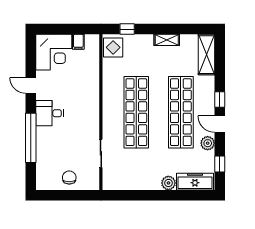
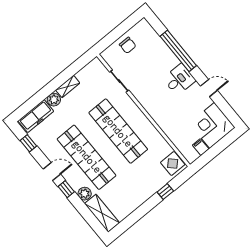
window: (127, 29) -> (165, 191), moved
shelving: (167, 40) -> (68, 86), moved
plant: (208, 143) -> (85, 194), moved

